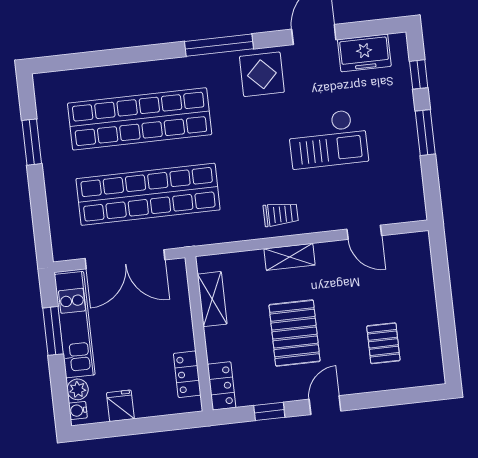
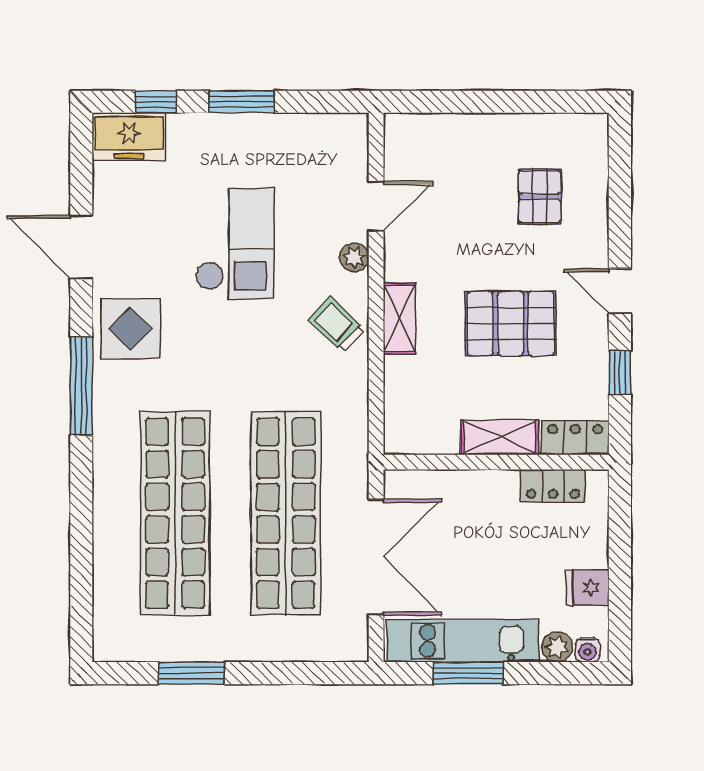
freezer: (364, 53) -> (129, 137), moved, turned 90
trolley: (281, 214) -> (336, 324), turned -46
plant: (328, 221) -> (354, 257), added
shelving: (212, 299) -> (500, 437), moved
pallet: (383, 343) -> (540, 197), turned 90

